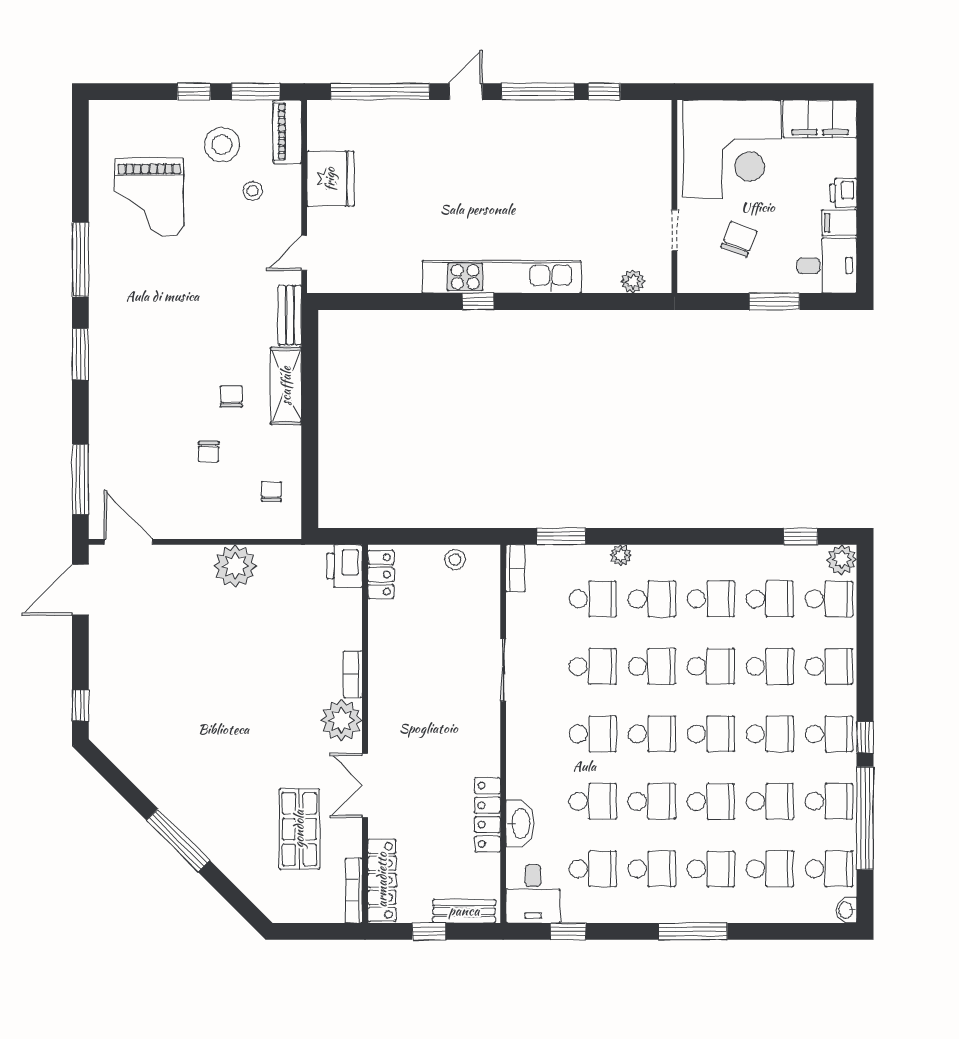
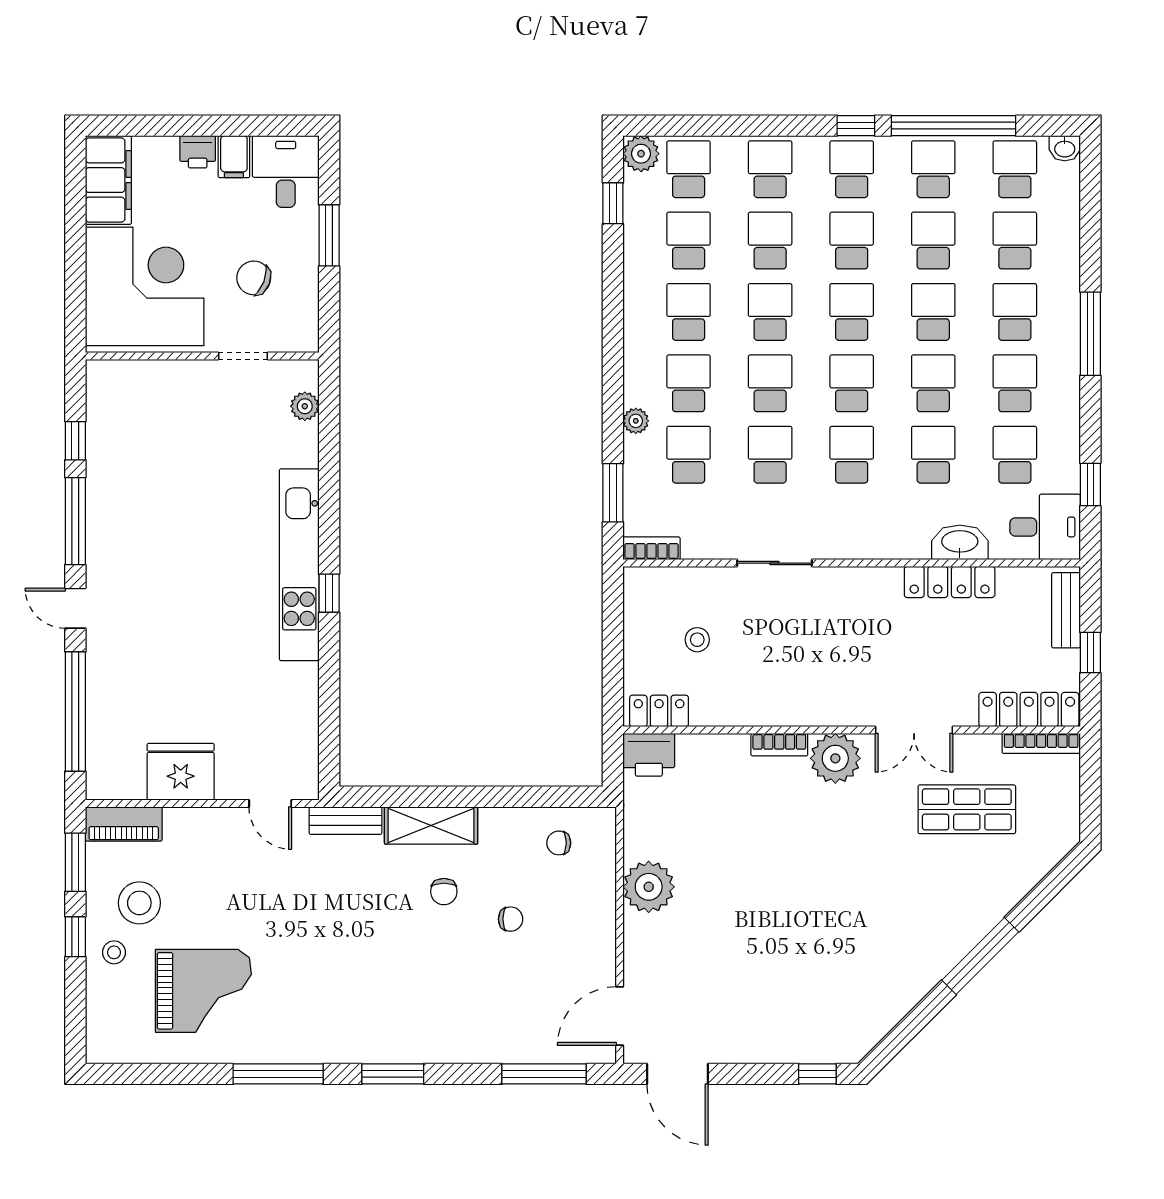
stool: (253, 191) -> (114, 952), moved
chair: (231, 396) -> (444, 892), turned -90
stool: (455, 559) -> (697, 640), moved

